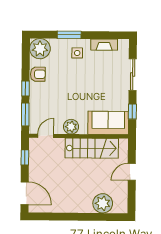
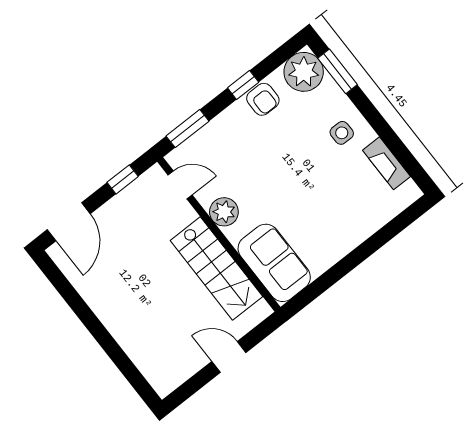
window: (69, 35) -> (338, 71), moved
sliding door: (133, 75) -> (376, 242), removed
window: (25, 89) -> (243, 85), moved
window: (132, 112) -> (320, 286), removed
plant: (103, 203) -> (147, 351), removed

